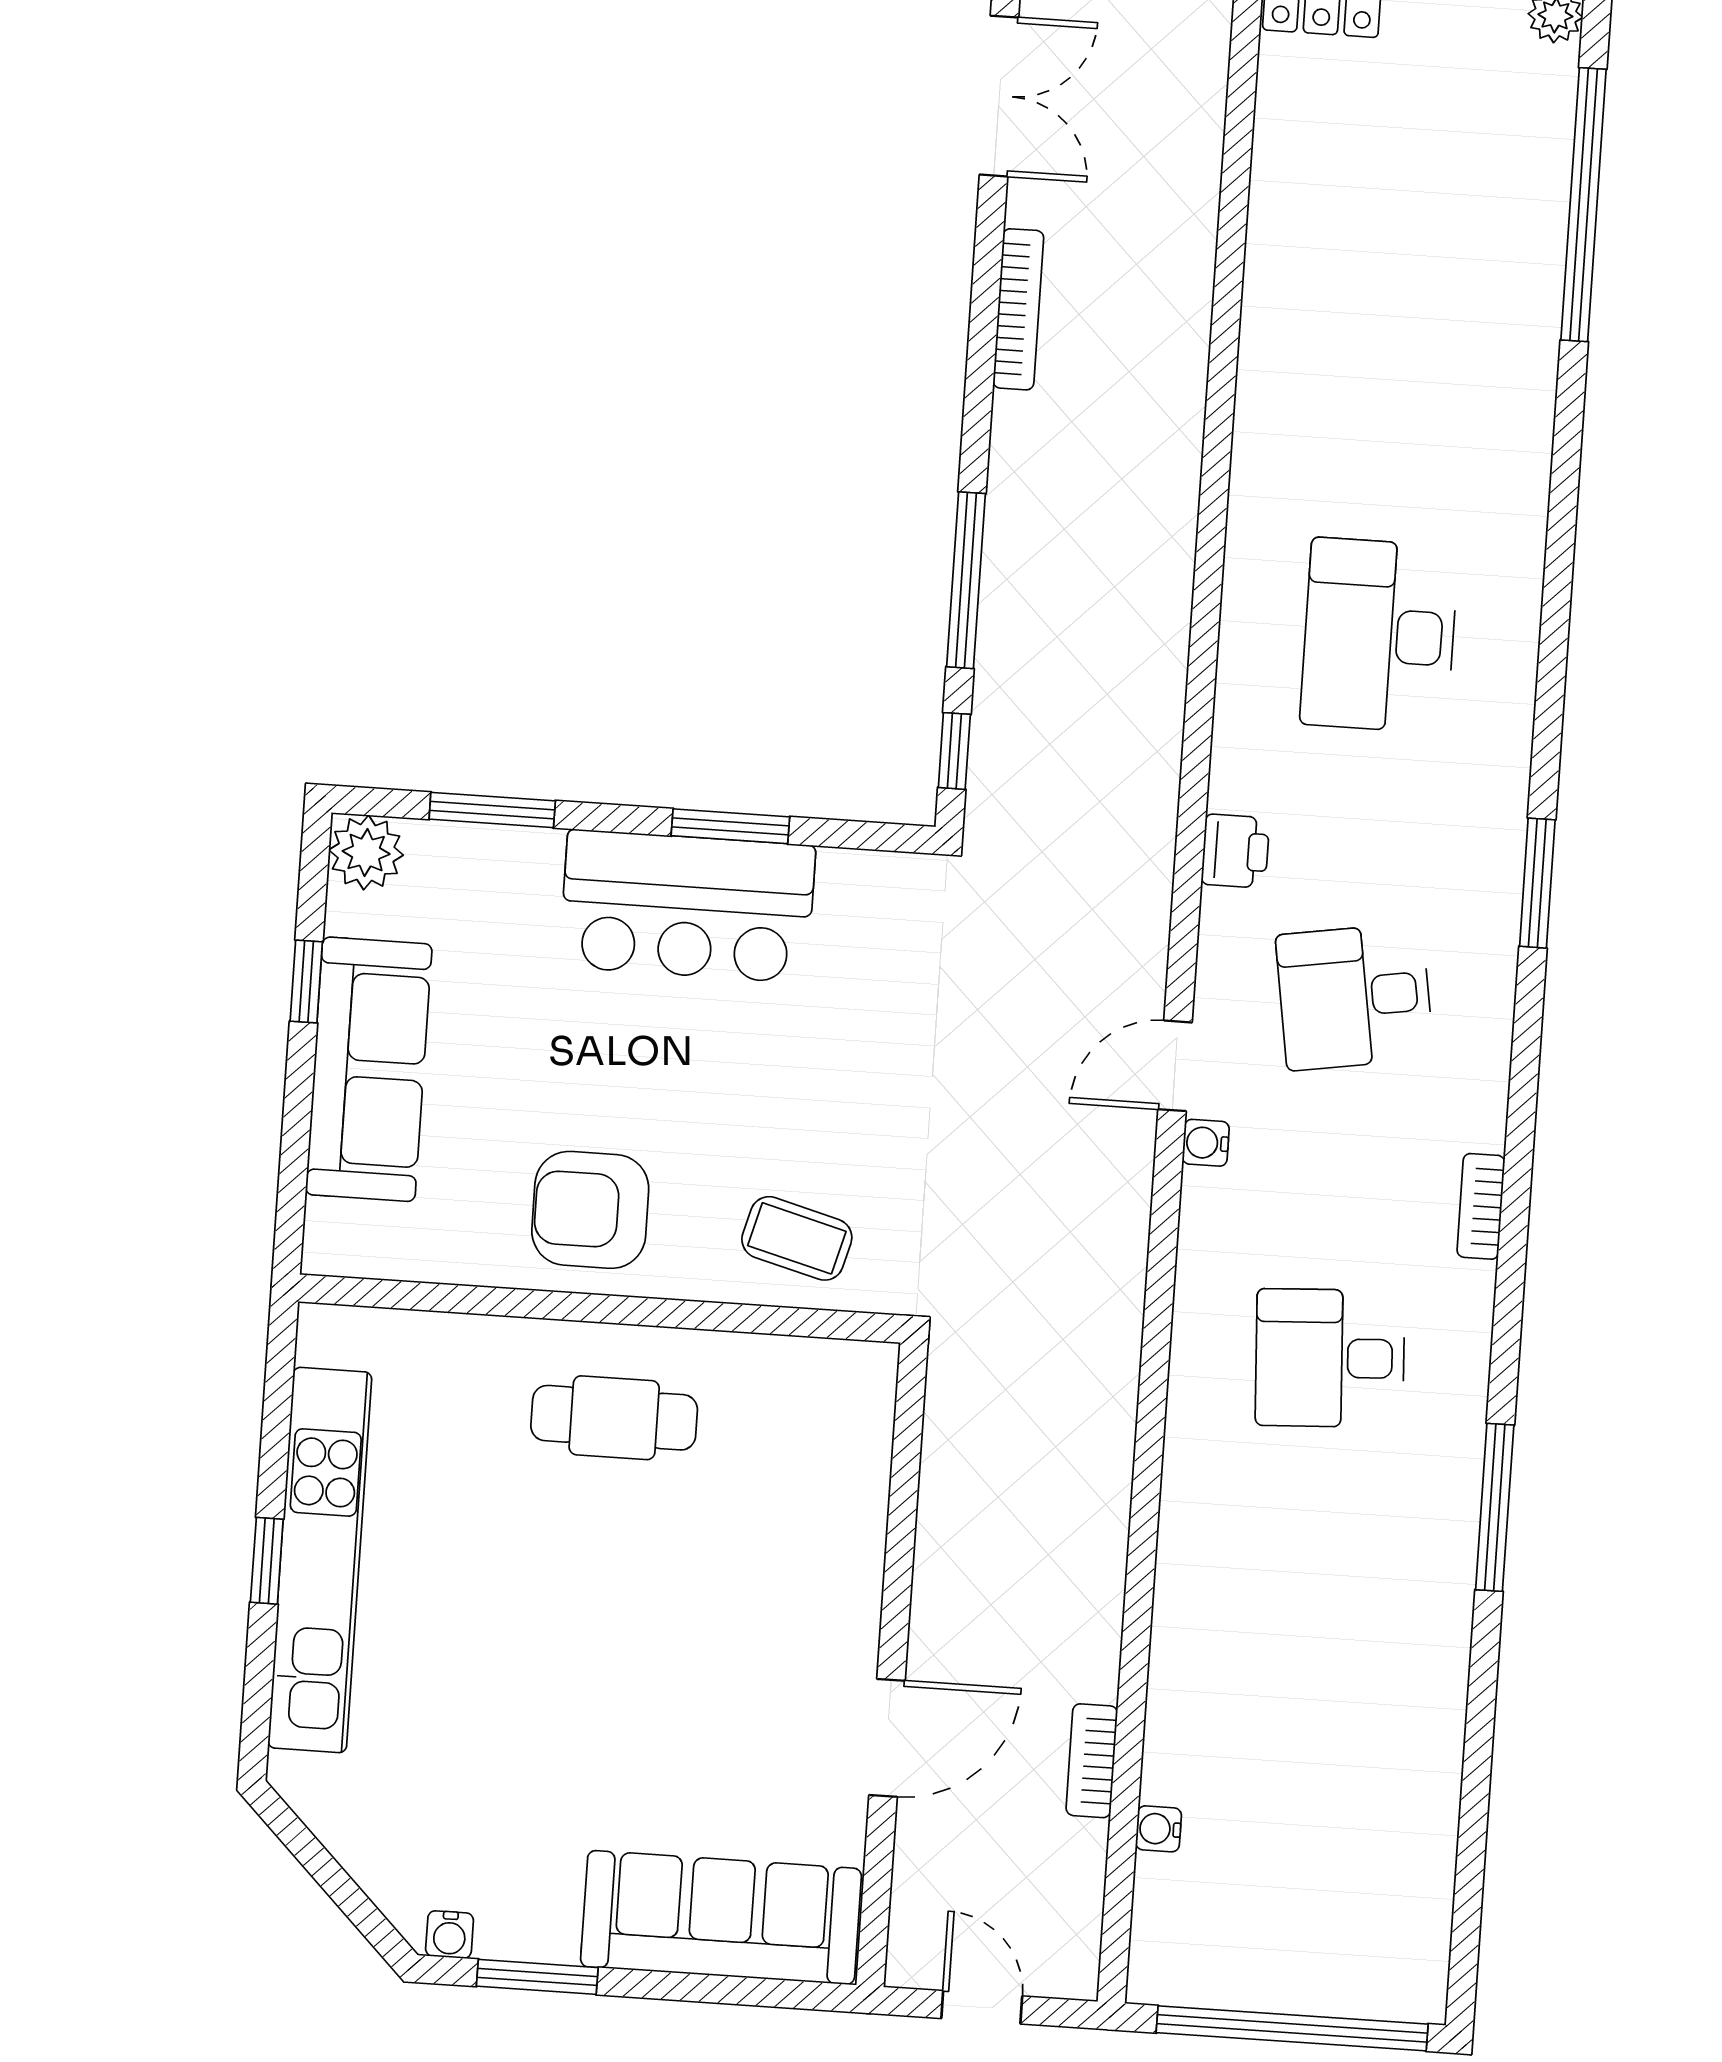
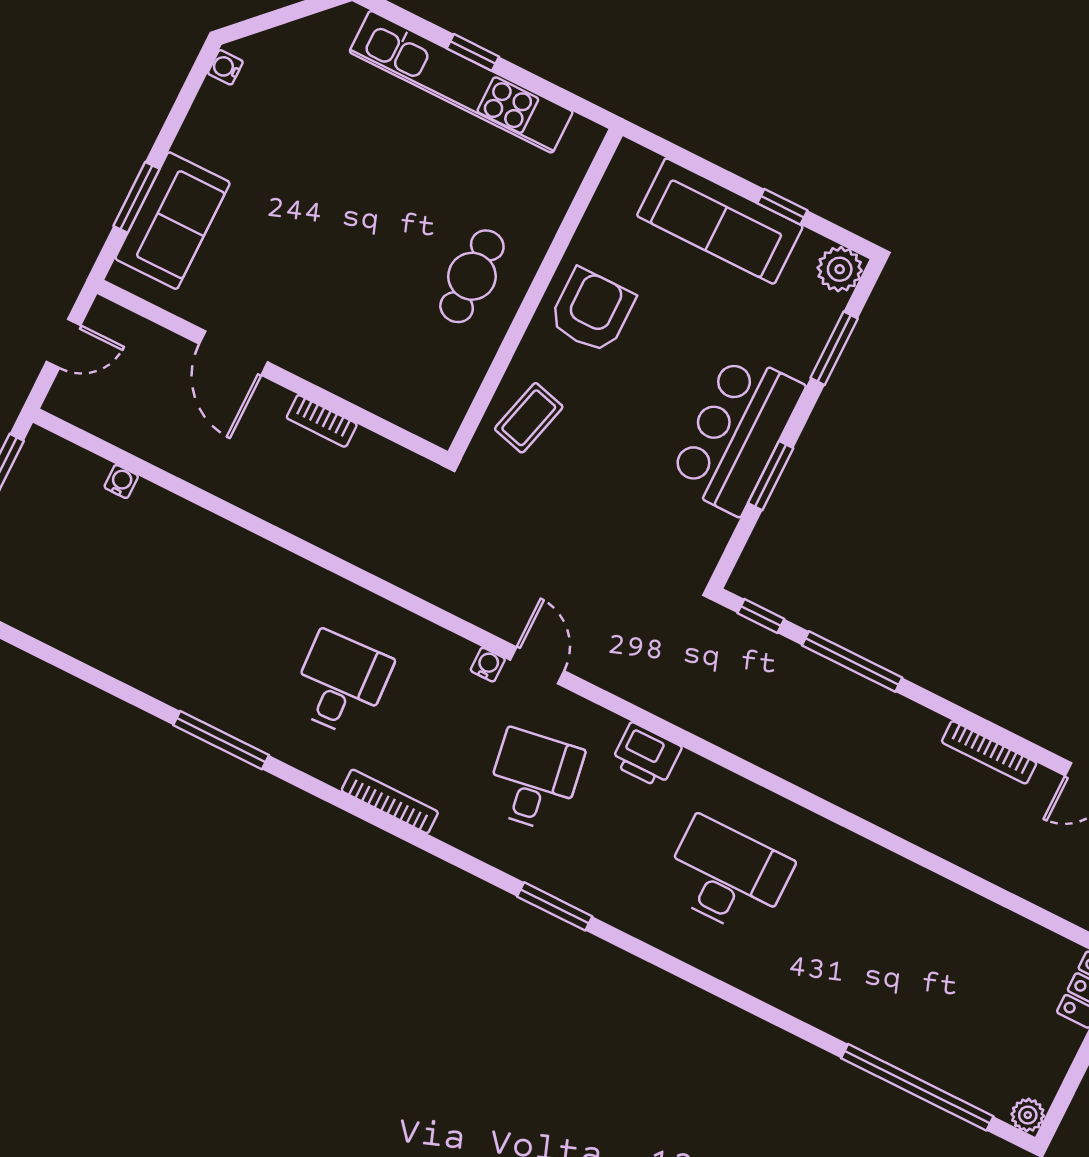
printer: (1235, 851) -> (646, 755), width x1.36, depth x1.24
bookcase: (1481, 1206) -> (390, 801), width x1.56
bookcase: (1092, 1761) -> (322, 421), moved, turned 180
sofa: (721, 1918) -> (173, 221), width x0.73
window: (537, 1977) -> (136, 197), moved

